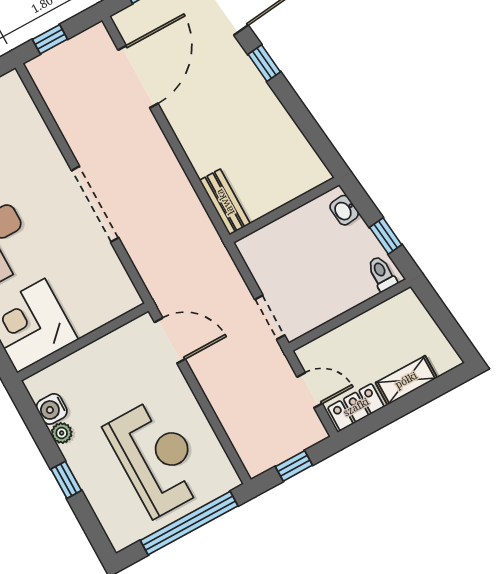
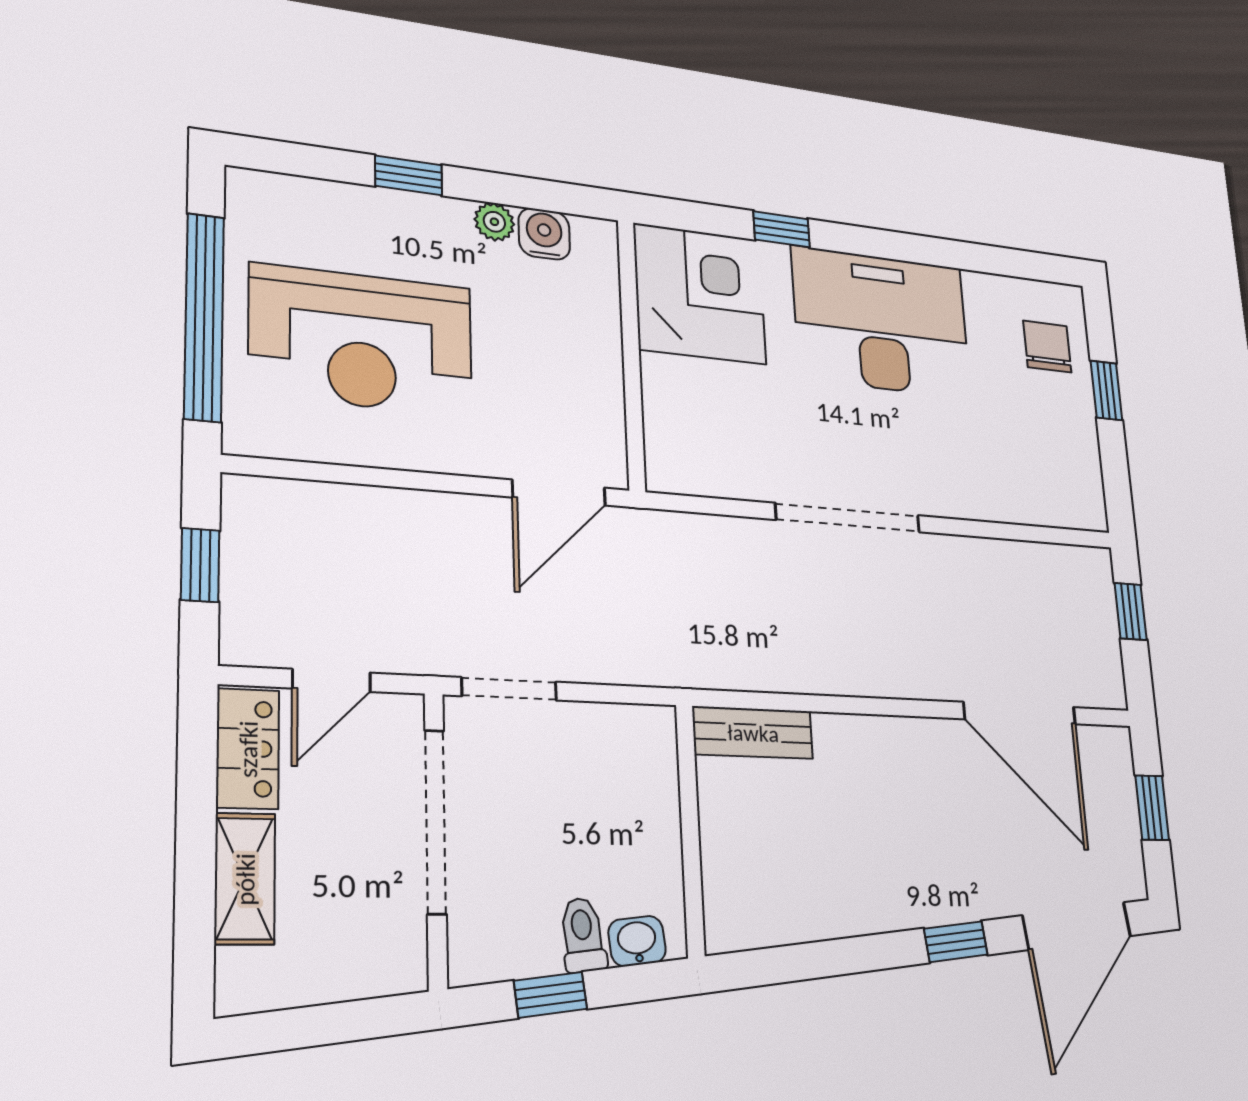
toilet: (382, 274) -> (583, 935), moved, turned -96
doorway: (342, 319) -> (436, 821), added

